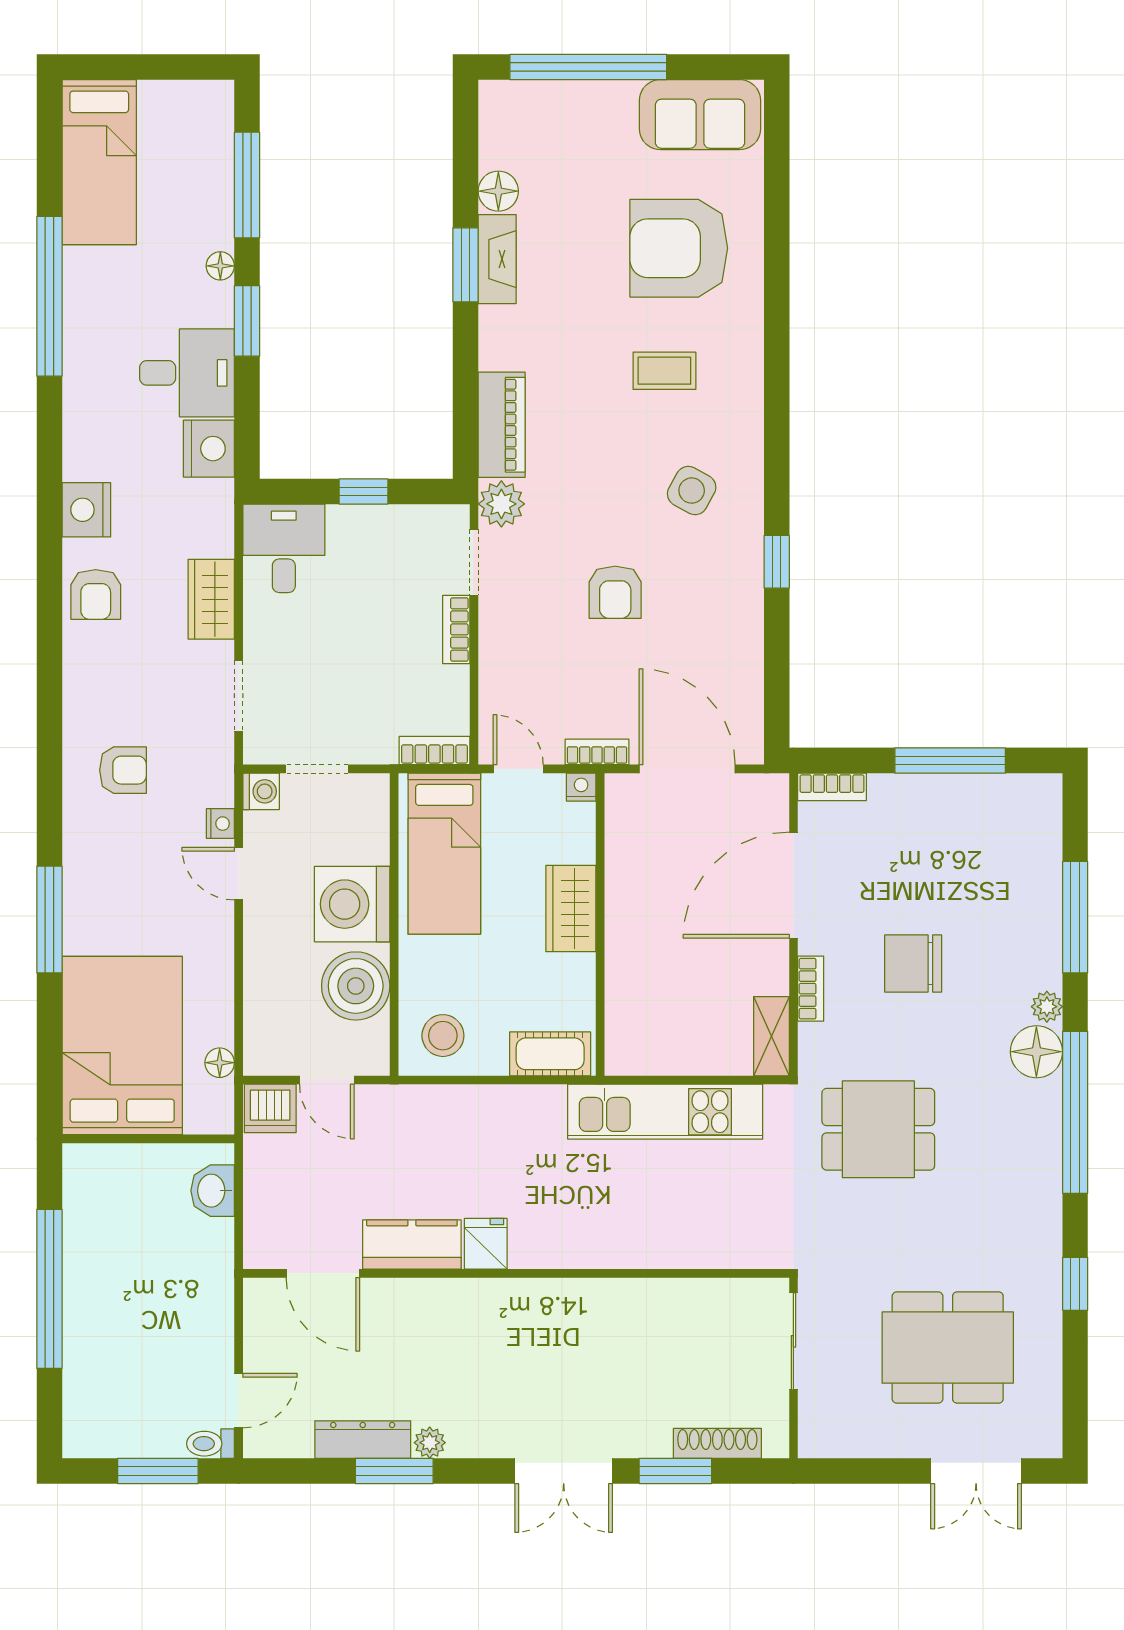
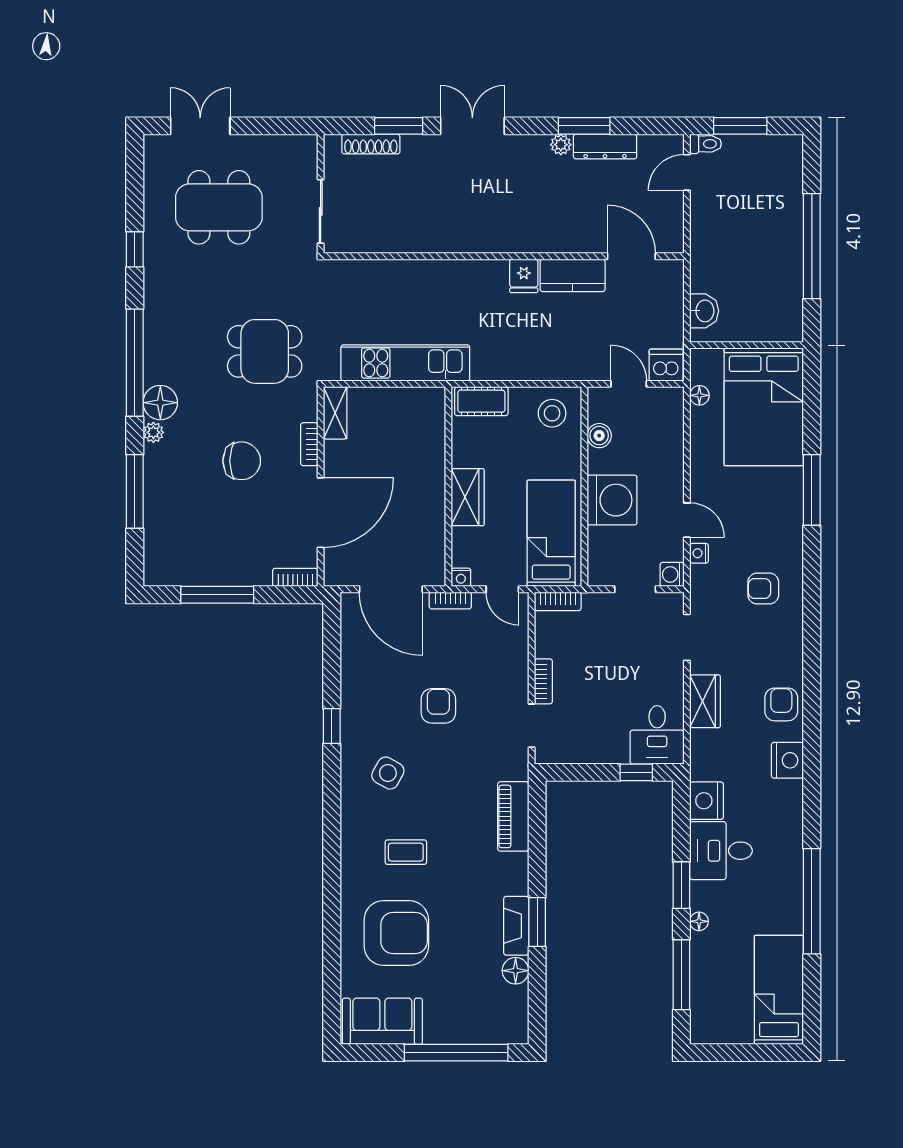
window: (363, 492) -> (636, 772), moved
plant: (501, 504) -> (513, 764), removed
boiler: (356, 986) -> (599, 436), width x0.54, depth x0.54

